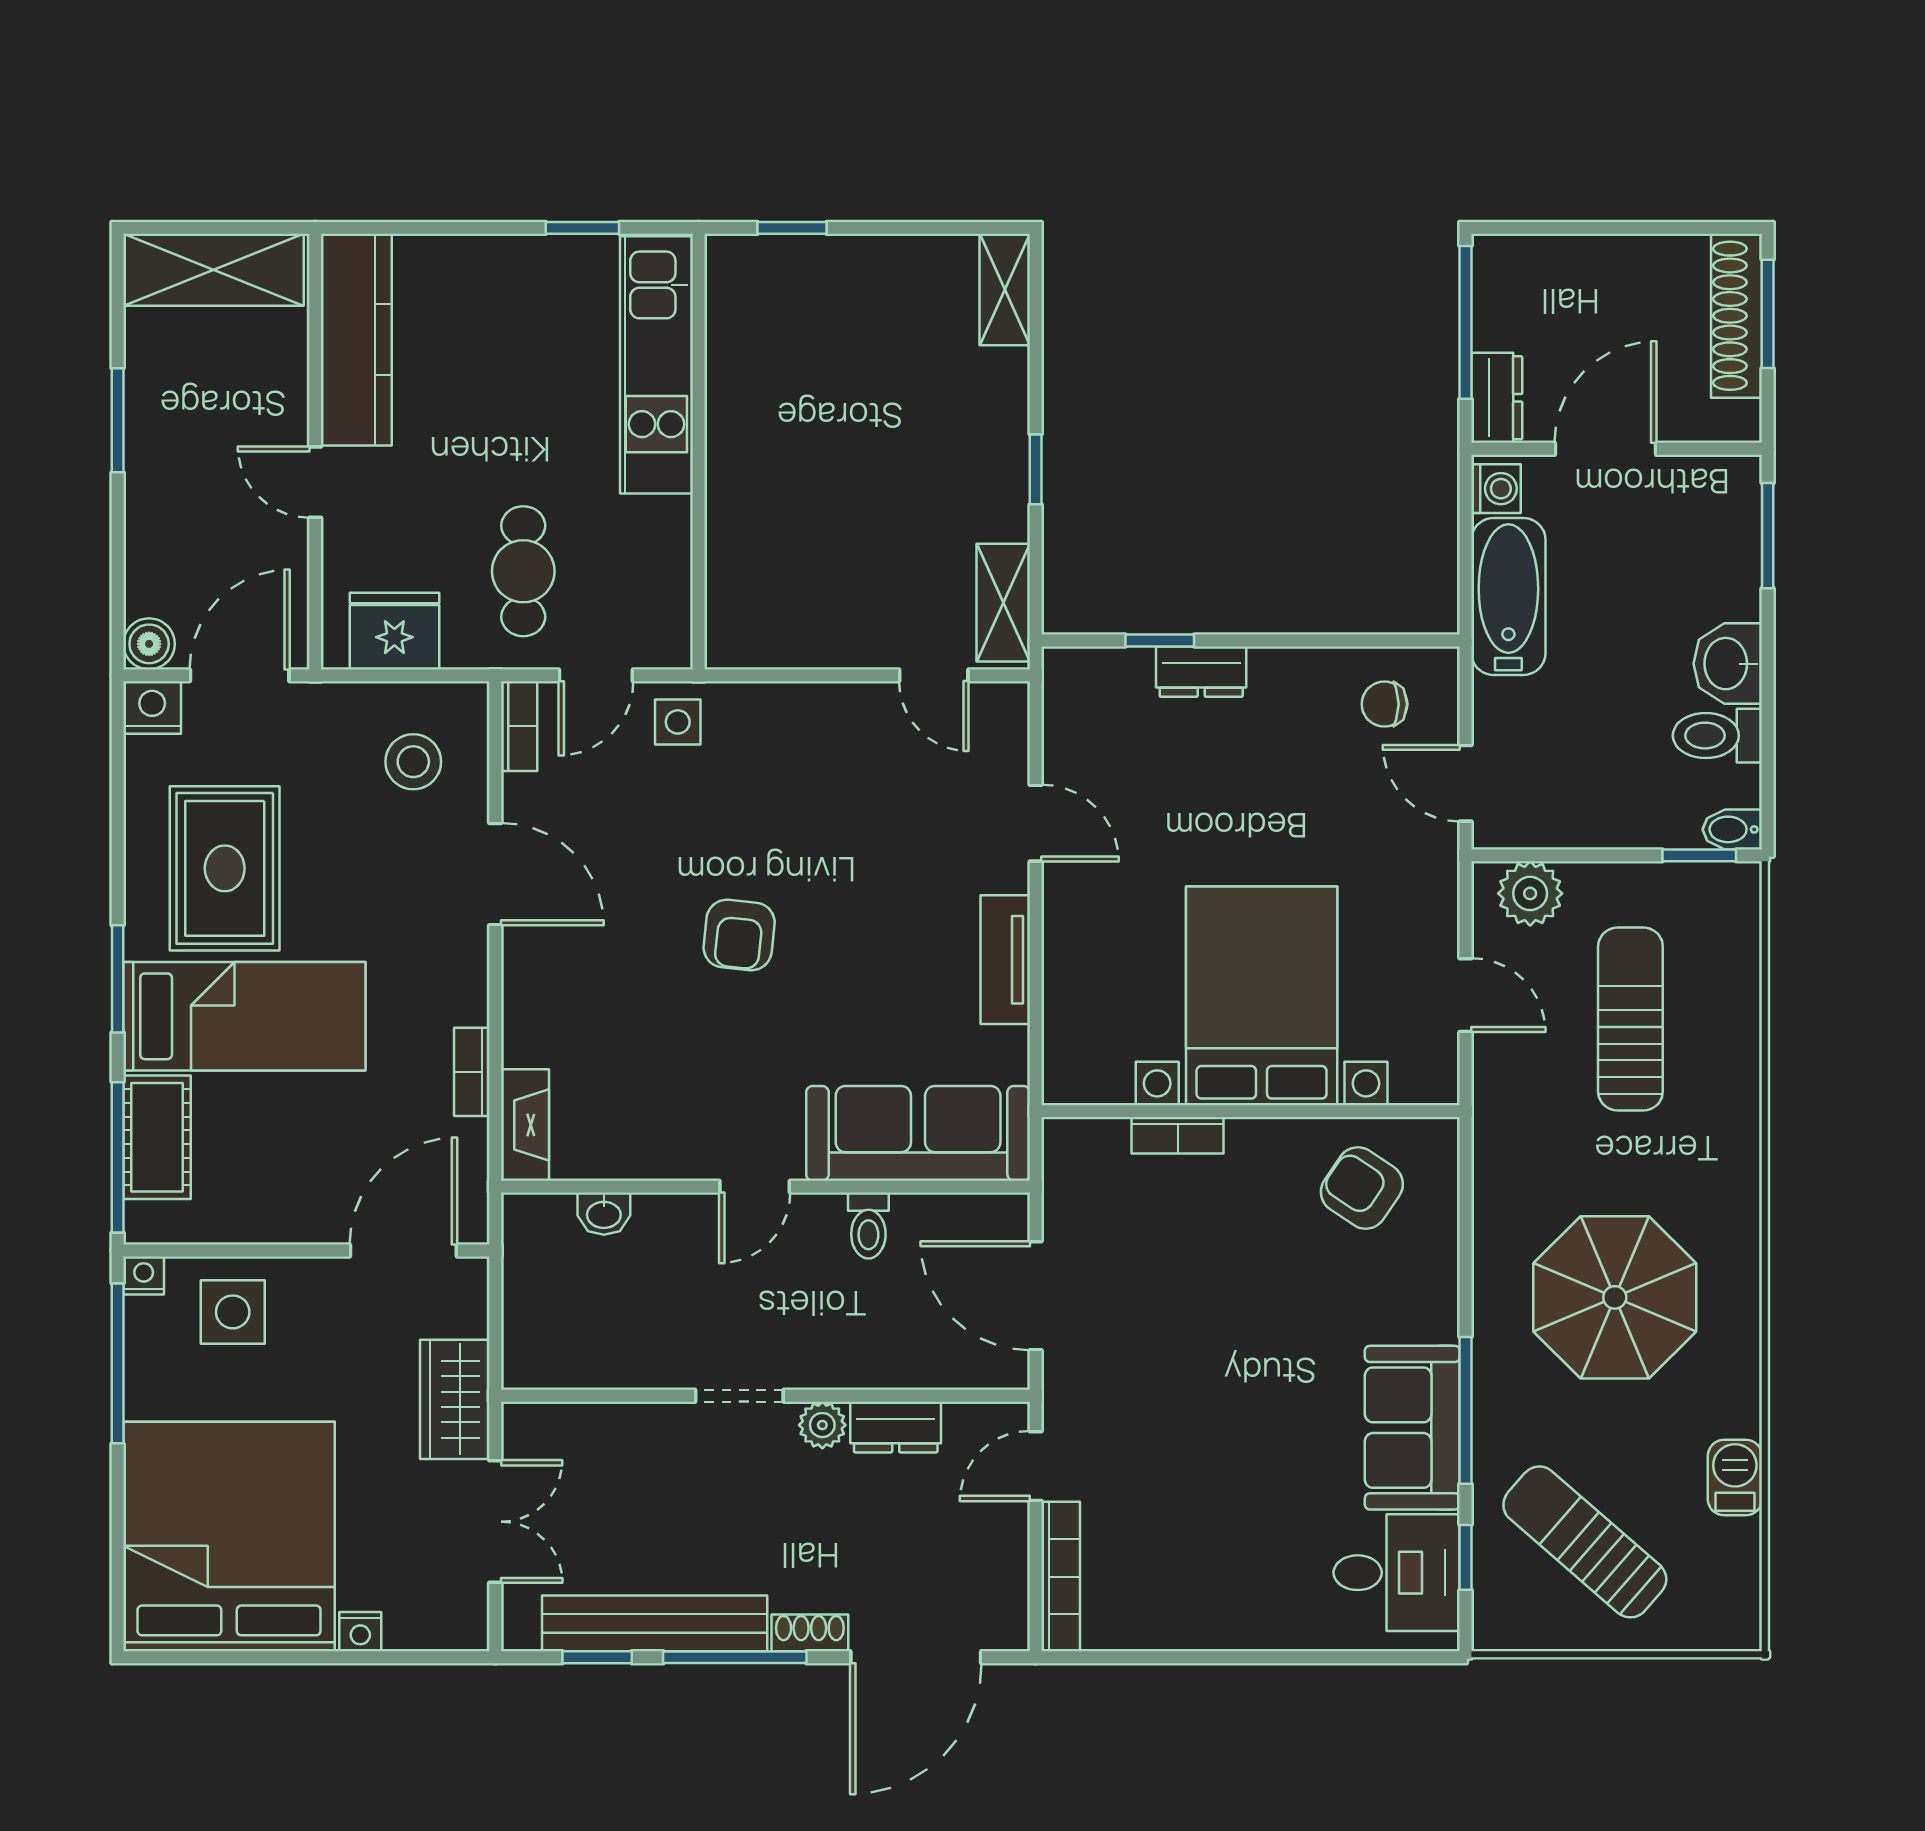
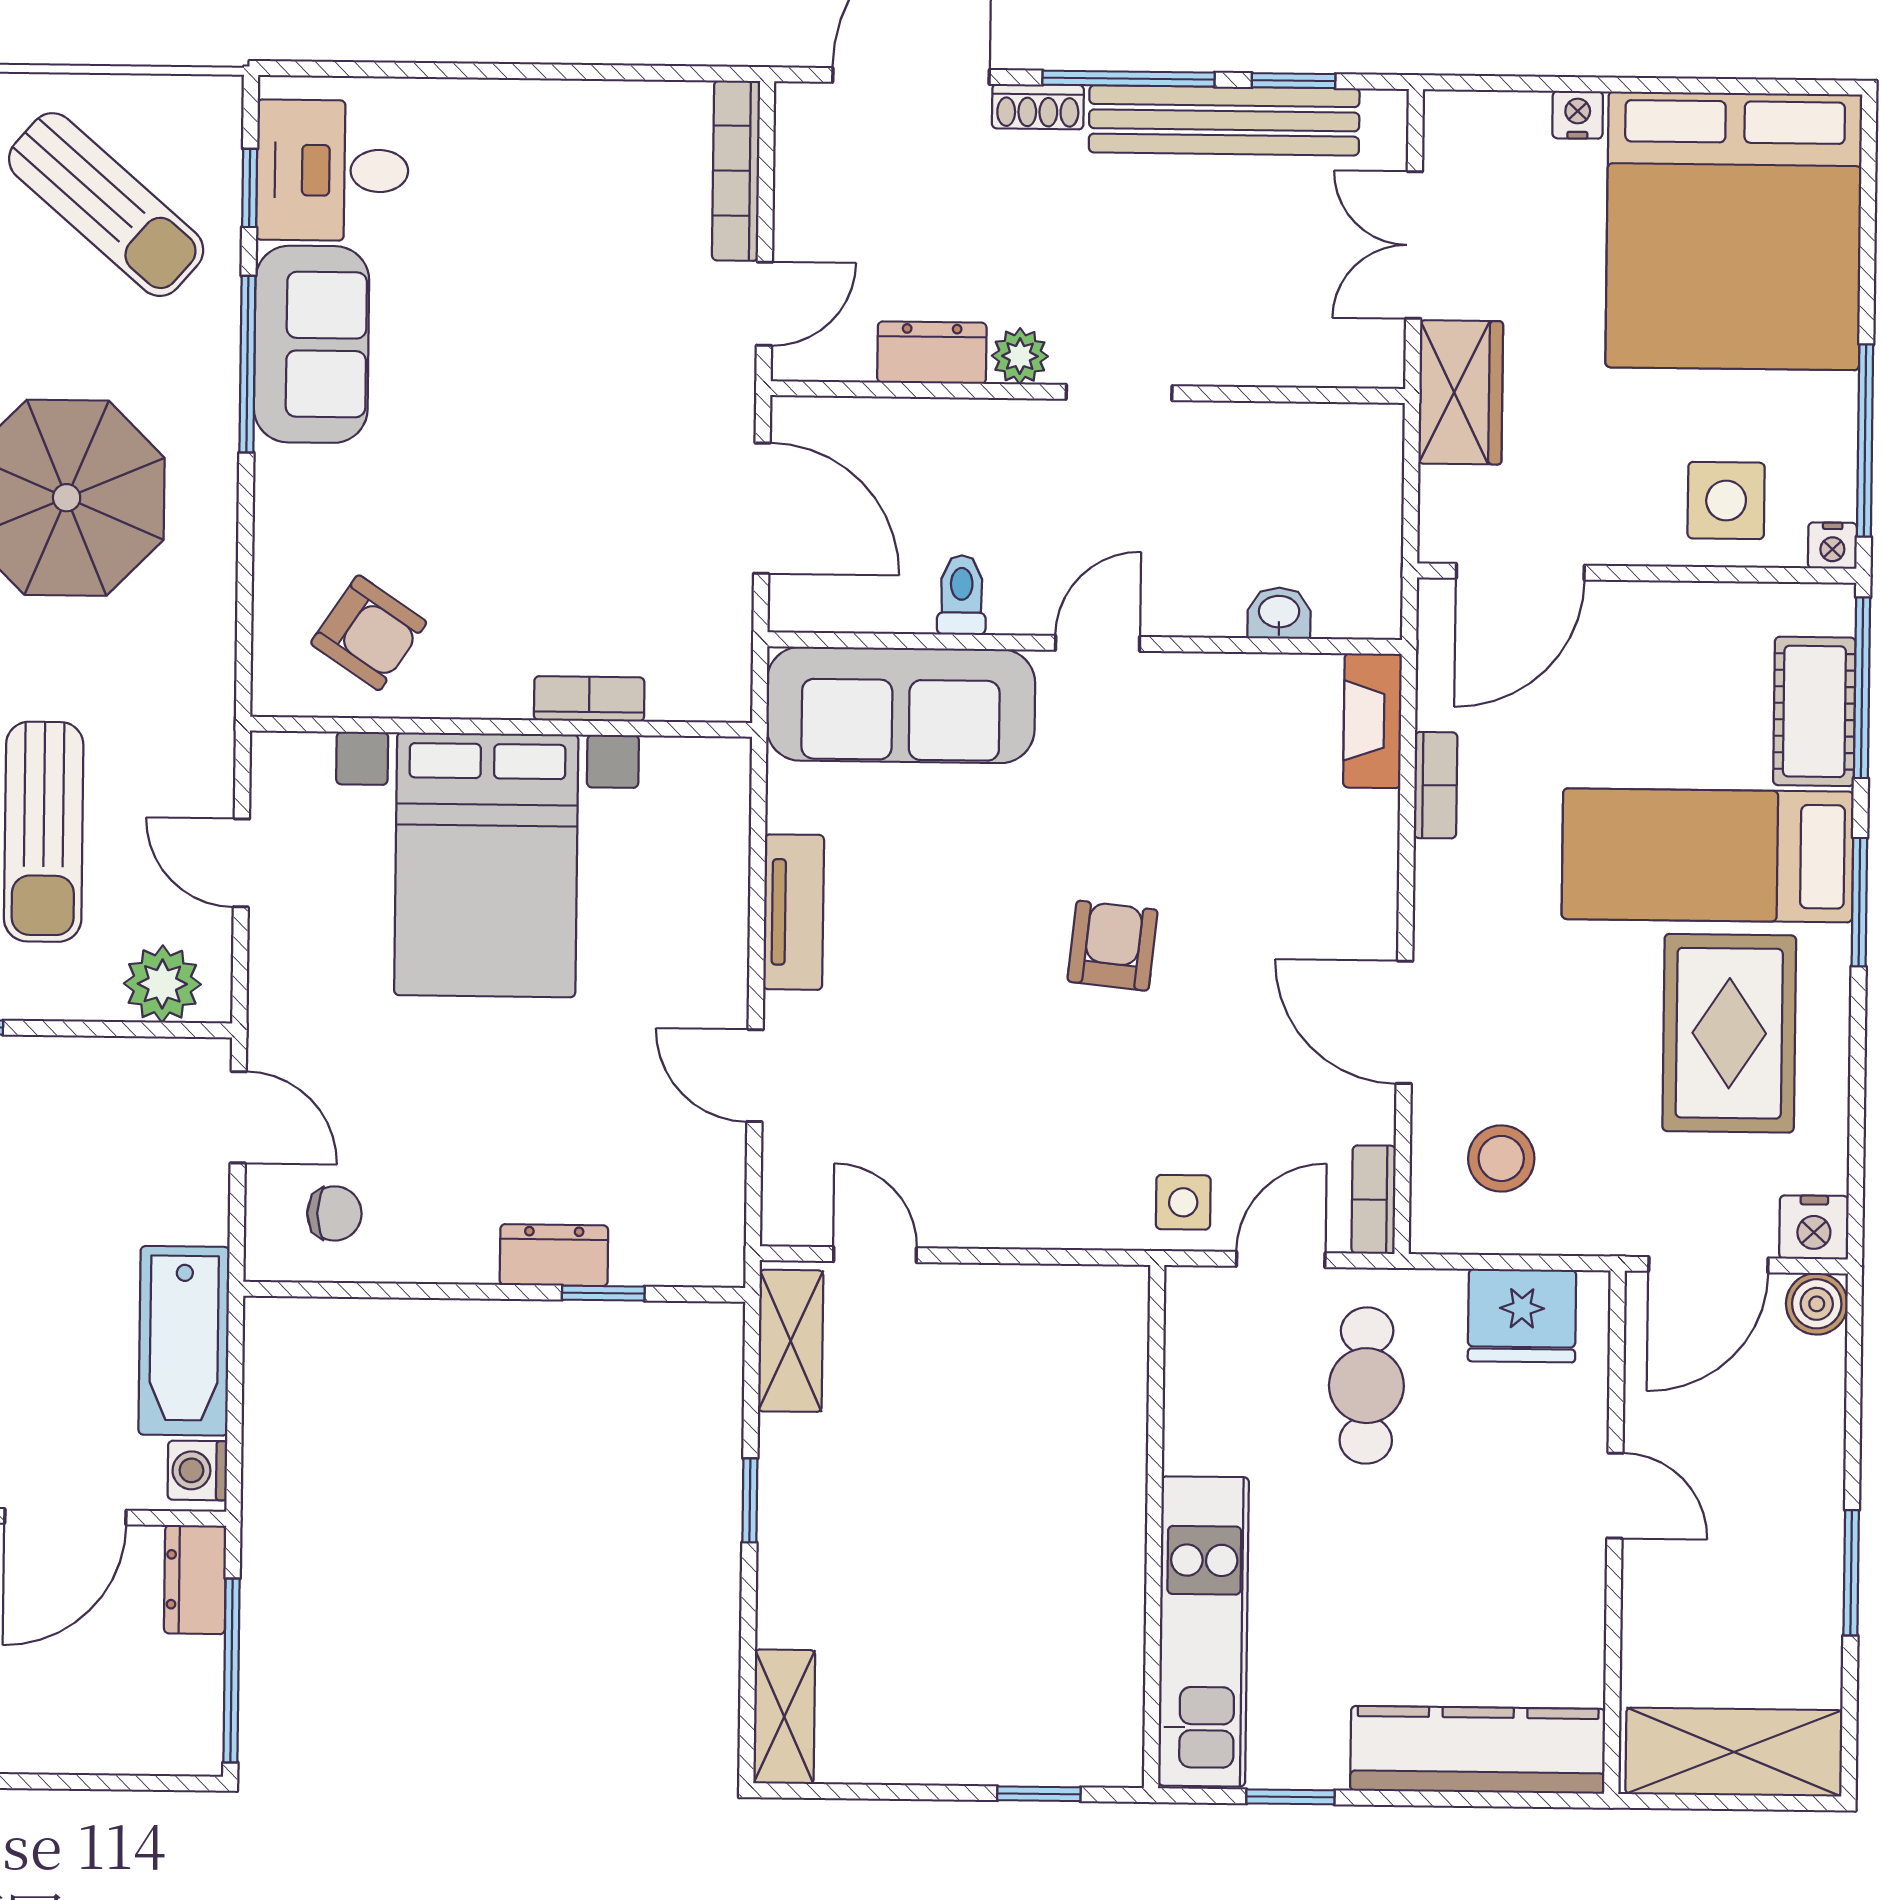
kitchen counter: (356, 340) -> (1478, 1750), moved, turned 90

